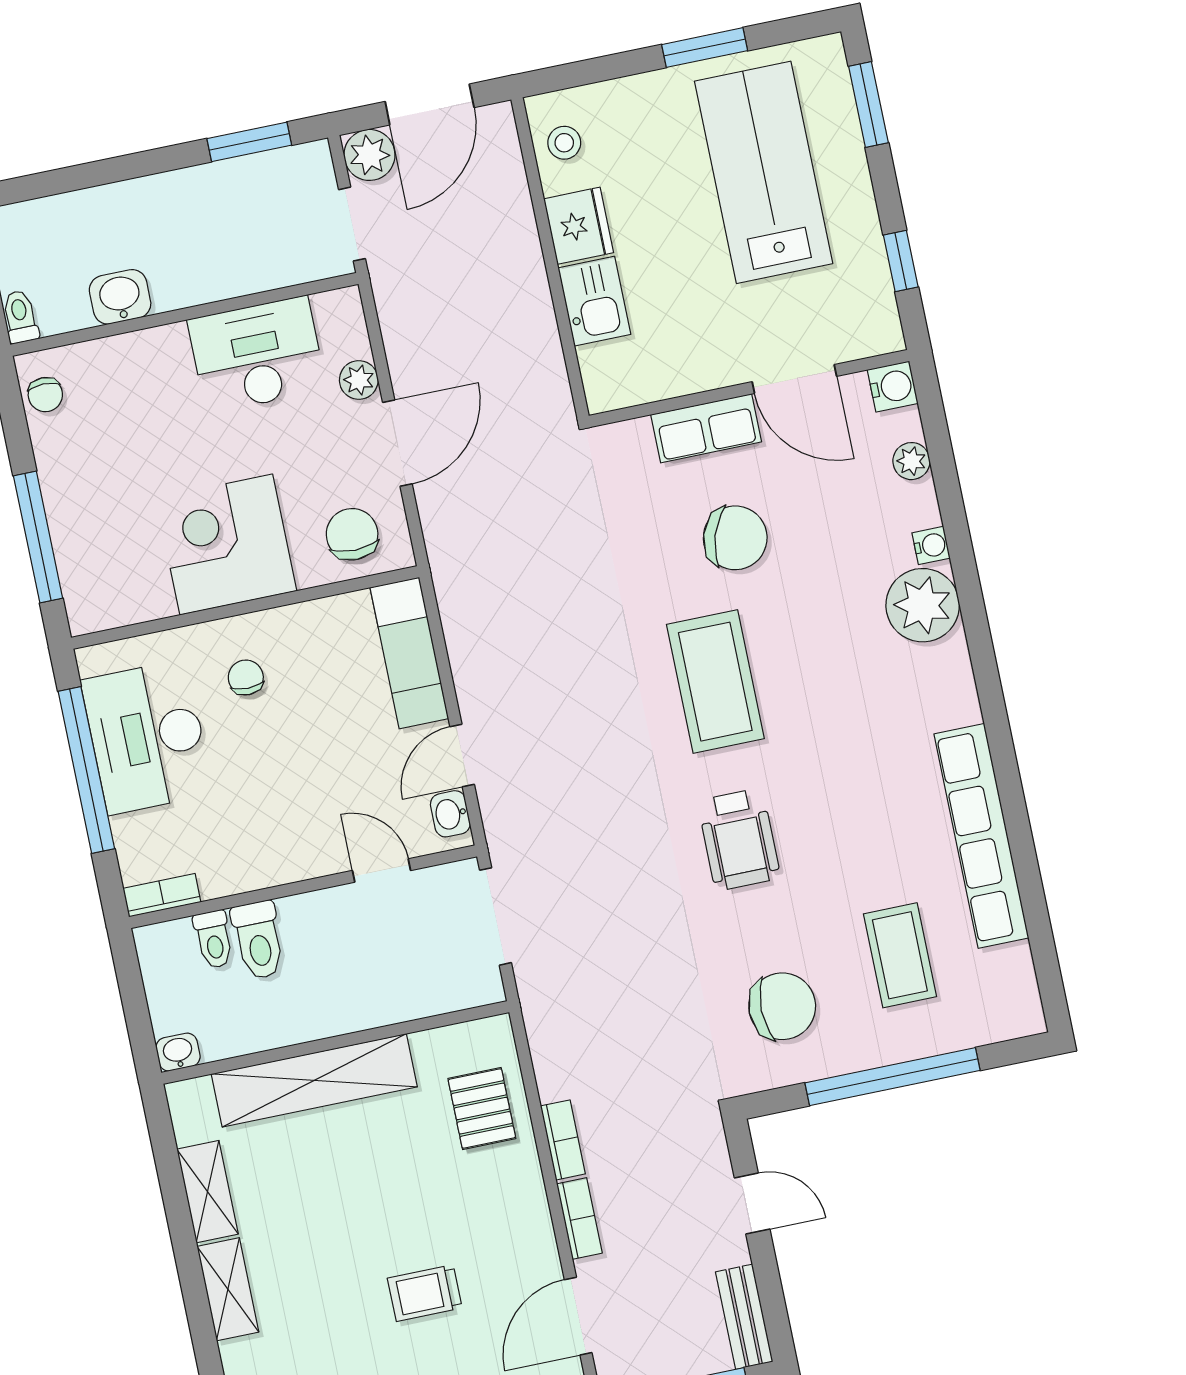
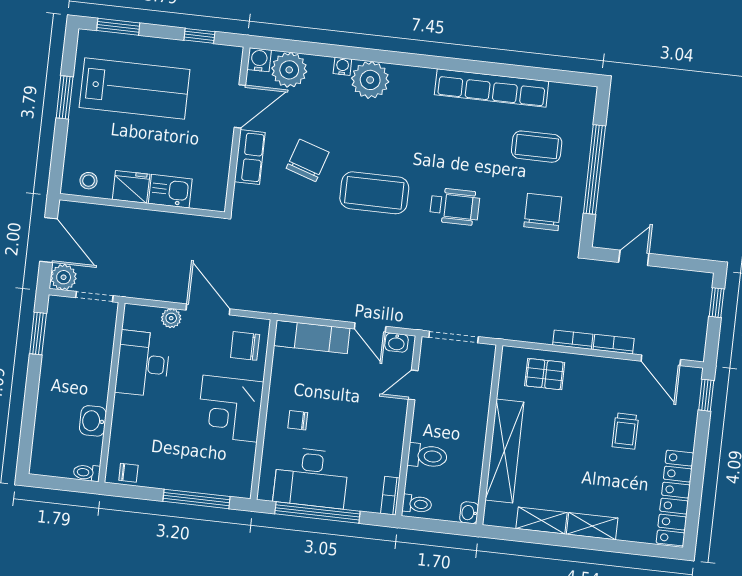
lab bench: (764, 172) -> (135, 88), turned 180
plant: (911, 461) -> (289, 70), width x1.88, depth x1.88
toilet: (214, 939) -> (417, 504), moved
bench: (744, 1317) -> (688, 280), removed

